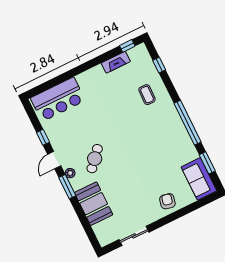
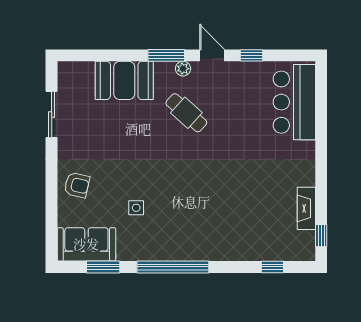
coffee table: (147, 95) -> (240, 230), removed
side table: (164, 161) -> (136, 208), added

